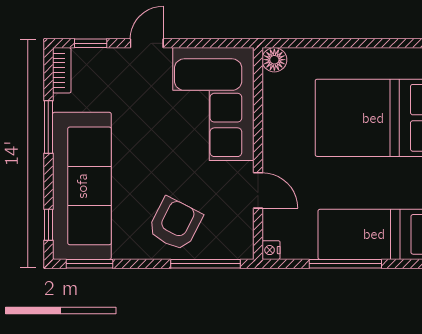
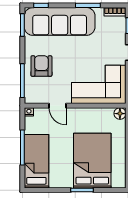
door: (258, 190) -> (57, 106), hinge flipped
armchair: (175, 224) -> (41, 66), turned -117

